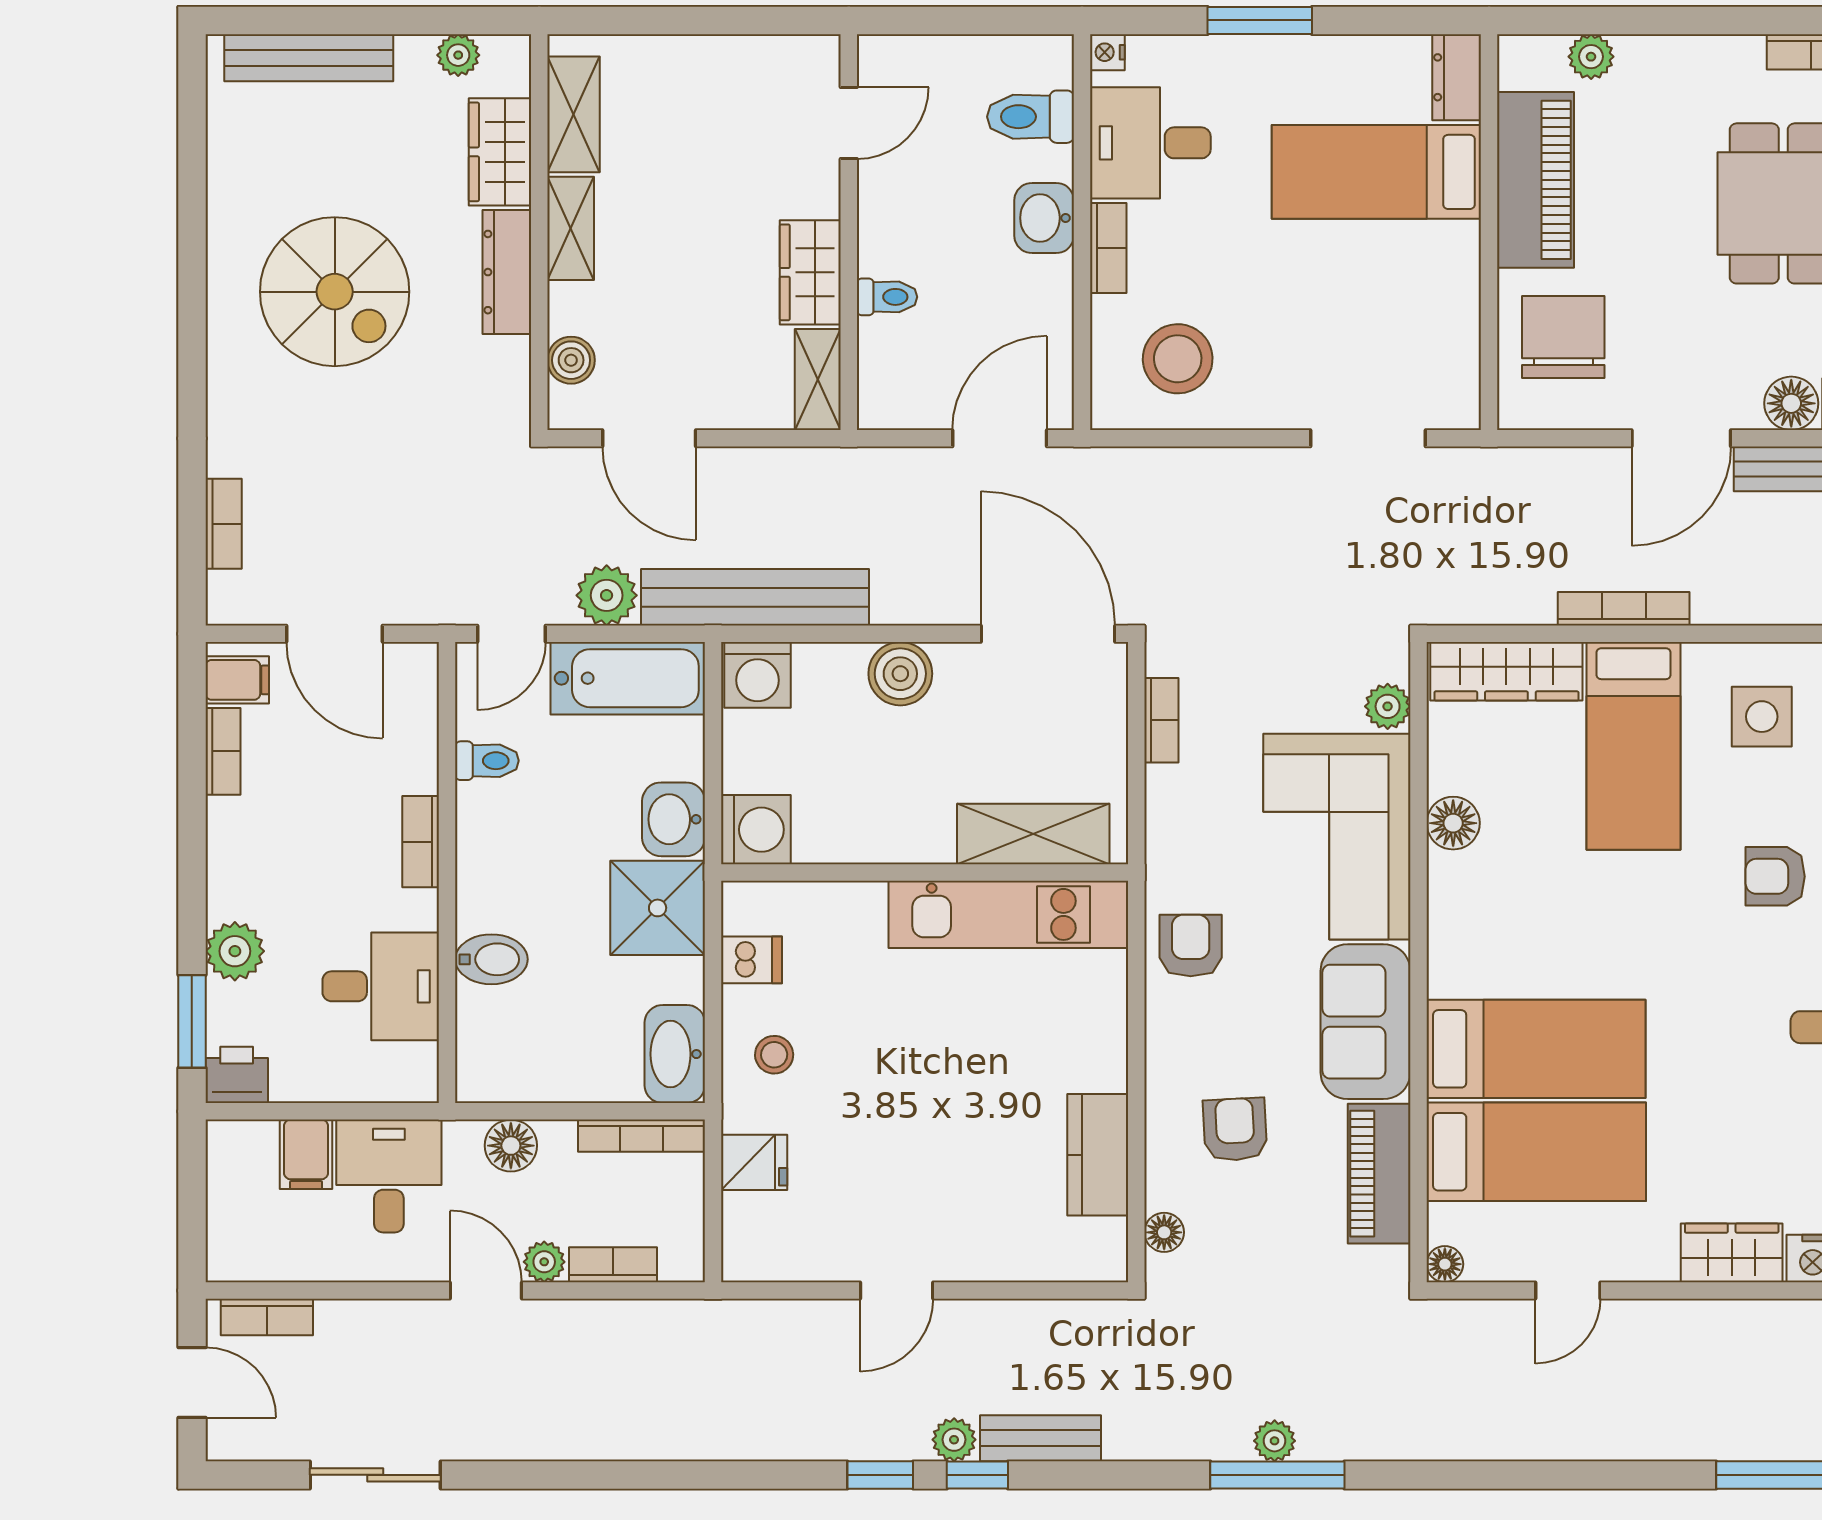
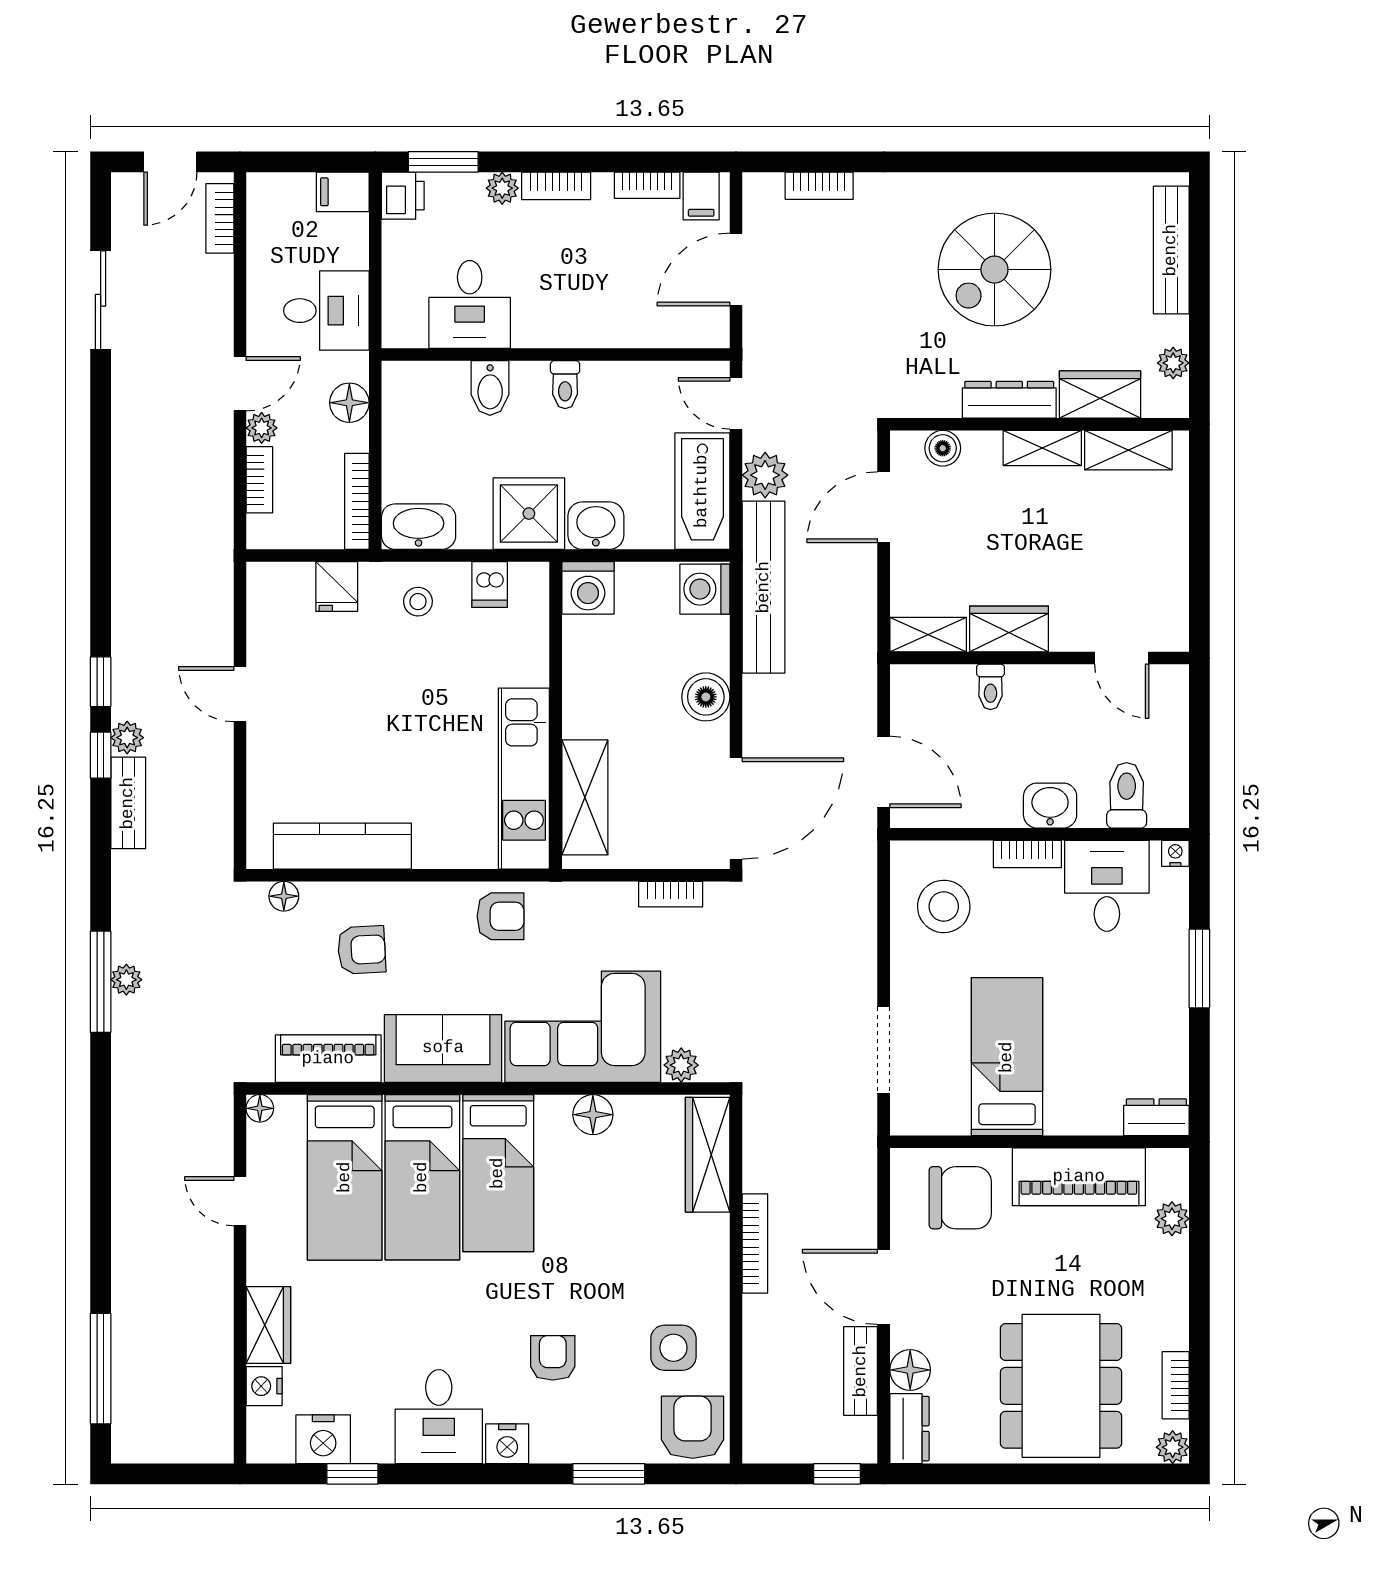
bed: (1376, 172) -> (1007, 1057), moved
bed: (1634, 746) -> (498, 1173), moved, turned -90
toilet: (487, 761) -> (565, 385), moved
bookcase: (421, 842) -> (556, 186), moved, turned 180
plant: (235, 951) -> (502, 188), width x0.73, depth x0.73
filing cabinet: (306, 1154) -> (343, 192), moved
kitchen counter: (1098, 1155) -> (342, 846), width x1.50

